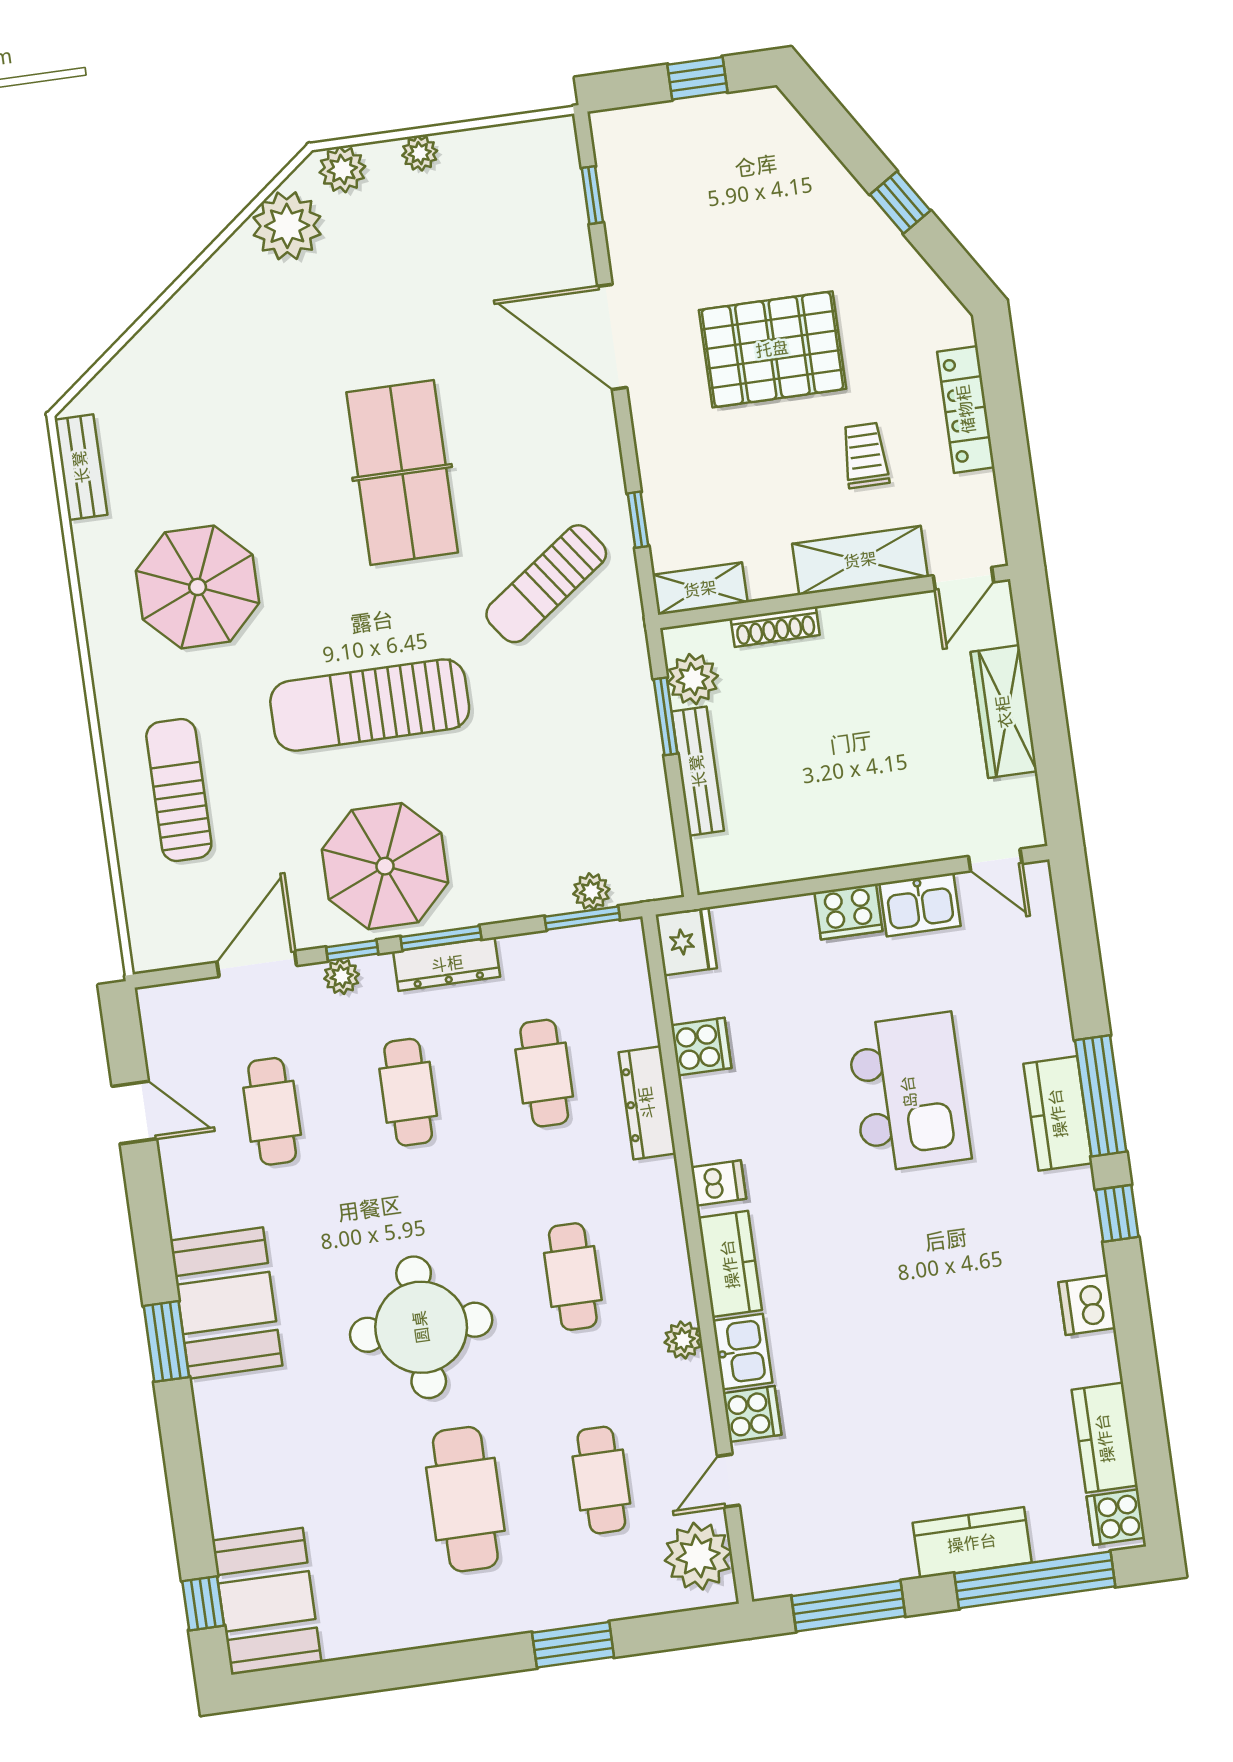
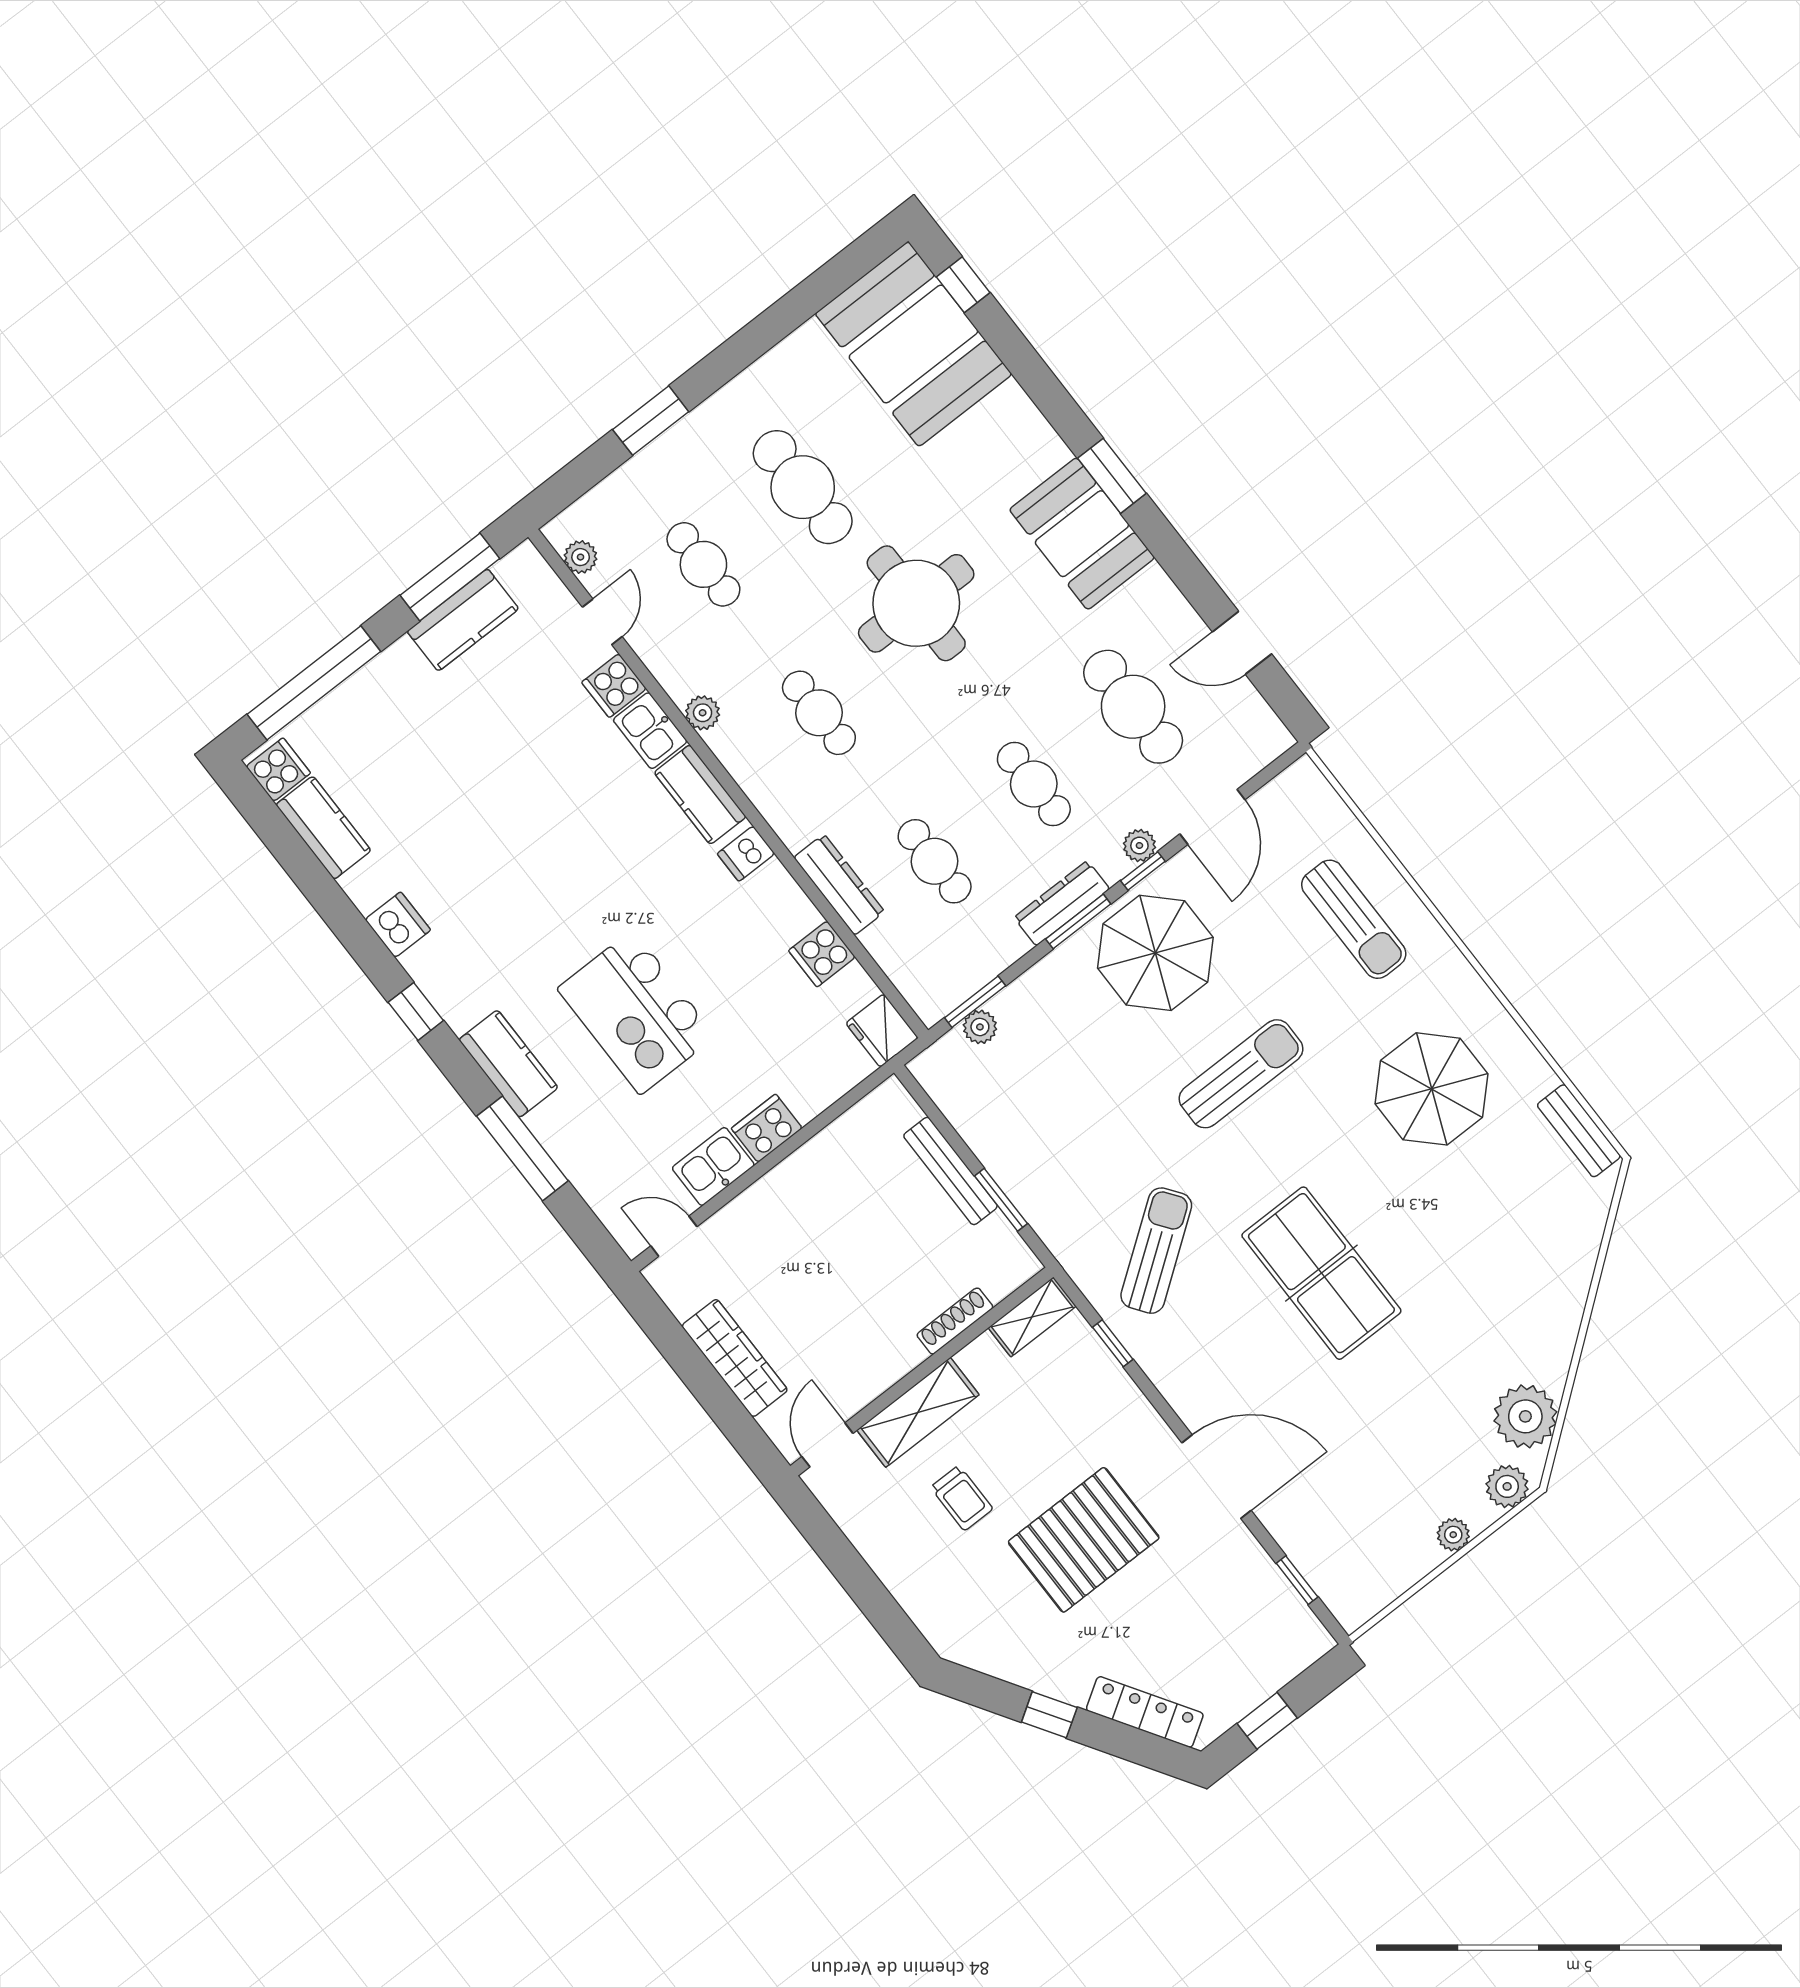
locker: (966, 409) -> (1145, 1712), moved, turned -32
plant: (693, 679) -> (996, 1242), removed
sun lounger: (370, 705) -> (1241, 1074), width x0.73, depth x0.75
window: (1101, 1096) -> (522, 1148), moved
cafe table: (272, 1111) -> (1133, 707), width x1.37, depth x1.35
kitchen counter: (972, 1543) -> (463, 620), moved
plant: (698, 1556) -> (581, 557), width x0.53, depth x0.53
booth: (267, 1601) -> (913, 344), width x1.36, depth x1.42

